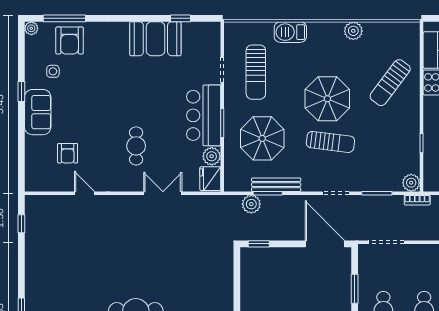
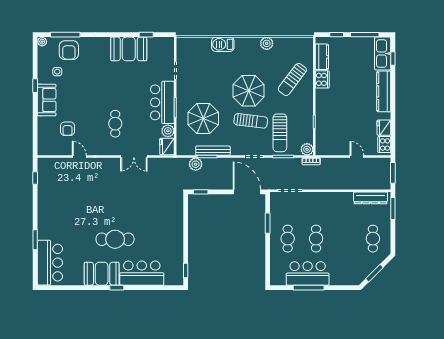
sun lounger: (256, 72) -> (280, 133), moved
double door: (163, 193) -> (134, 157), swing flipped

